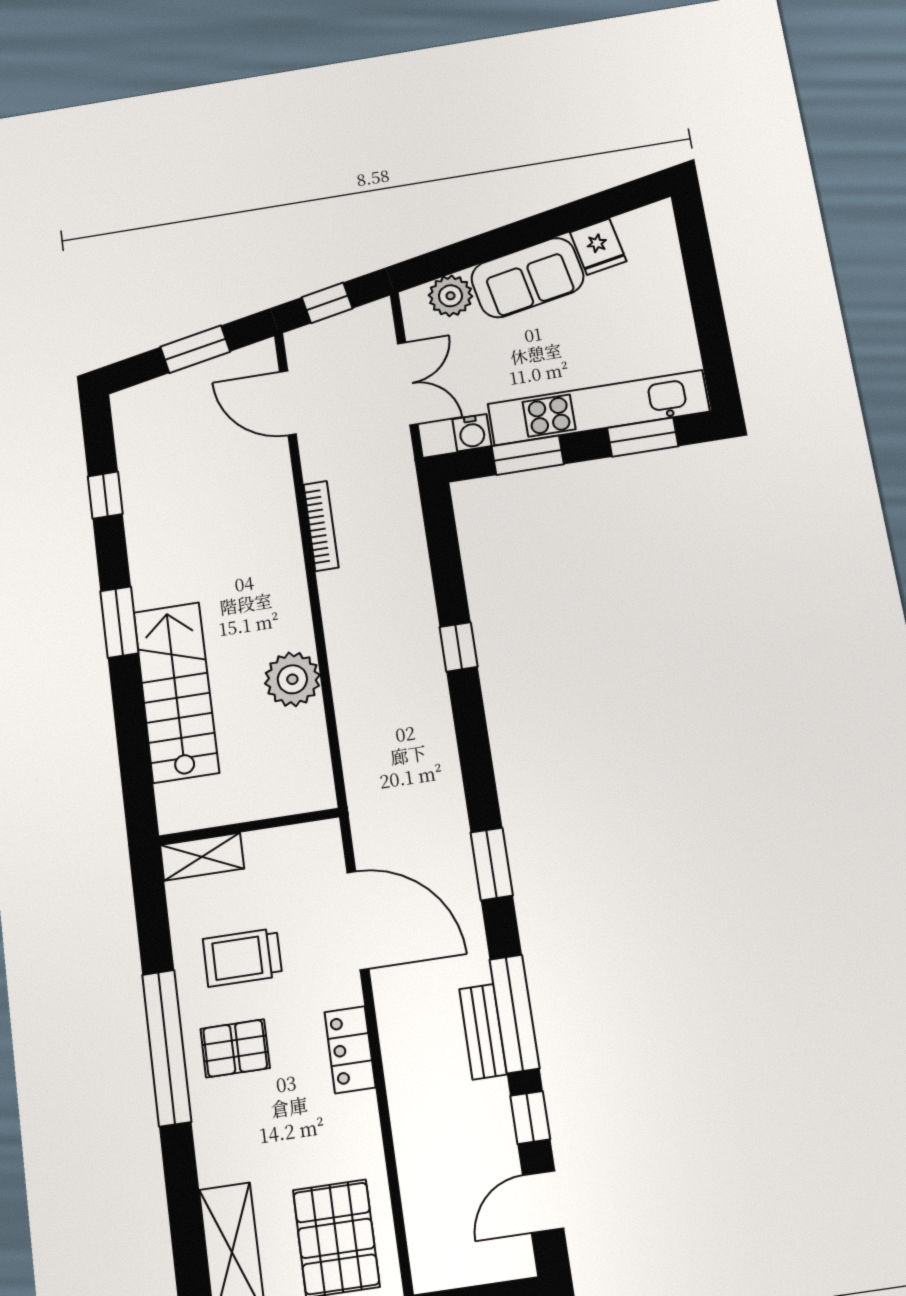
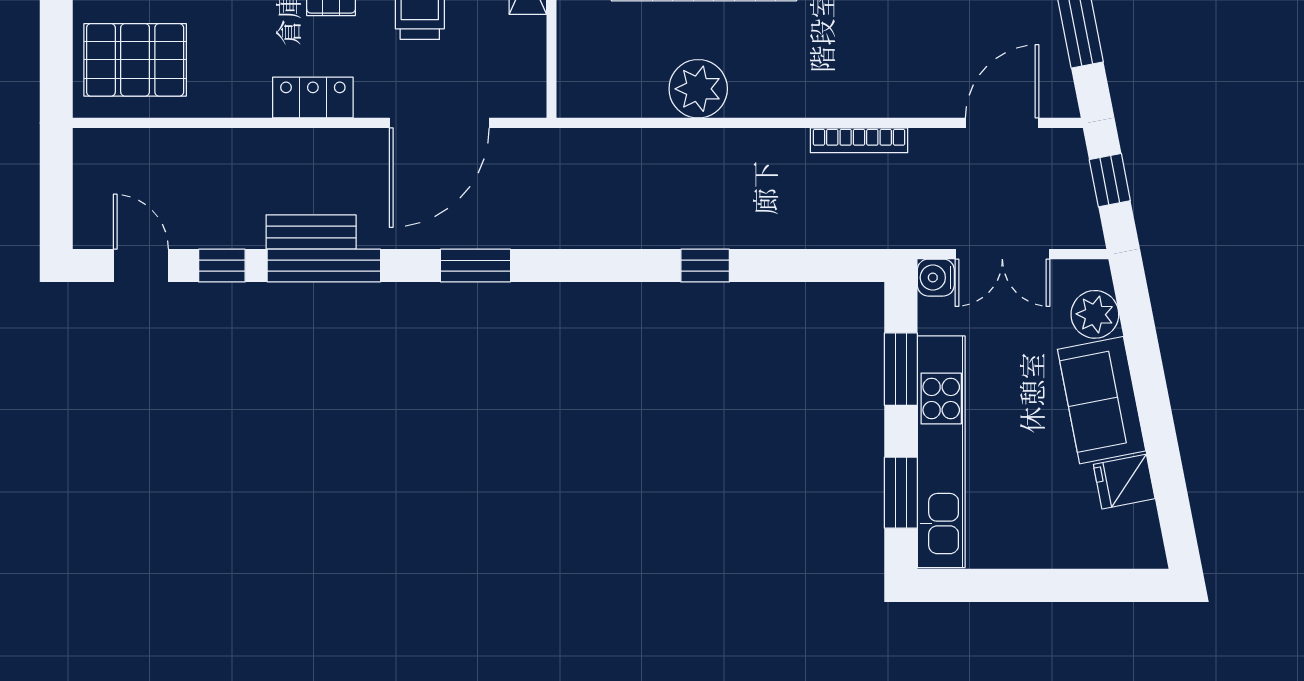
water cooler: (472, 433) -> (936, 278), moved

